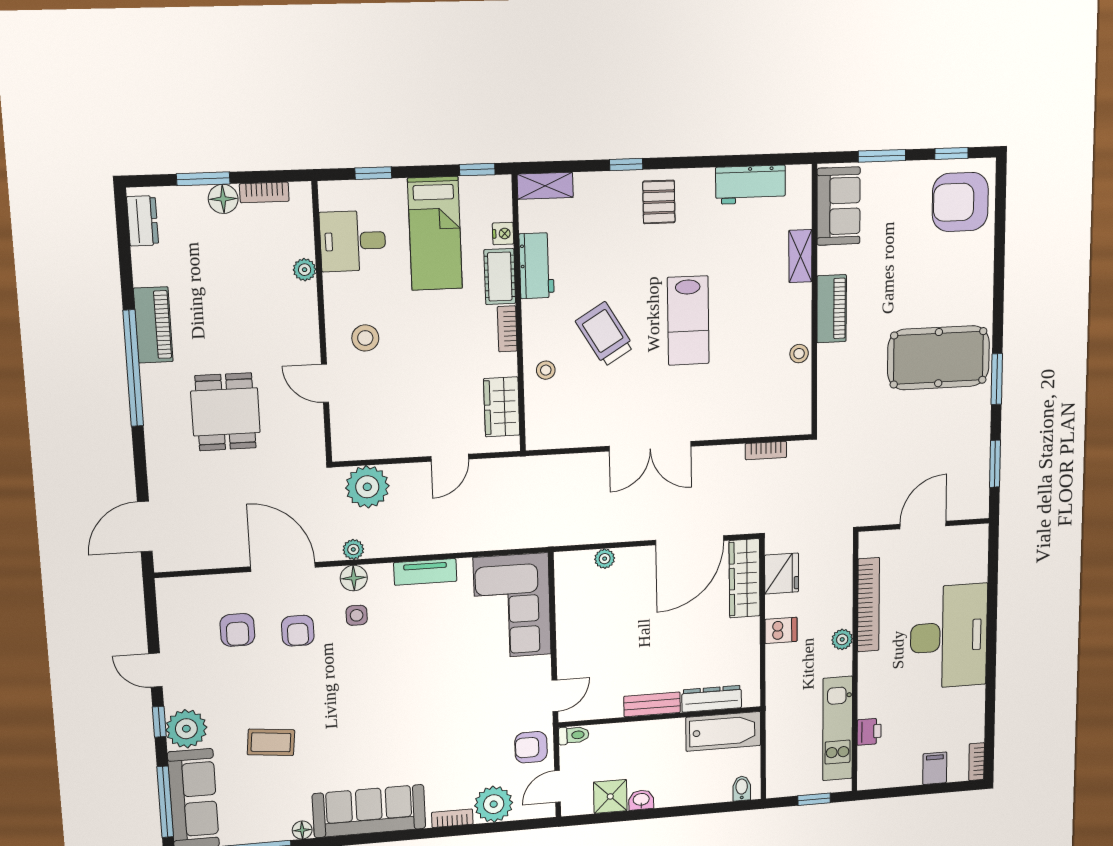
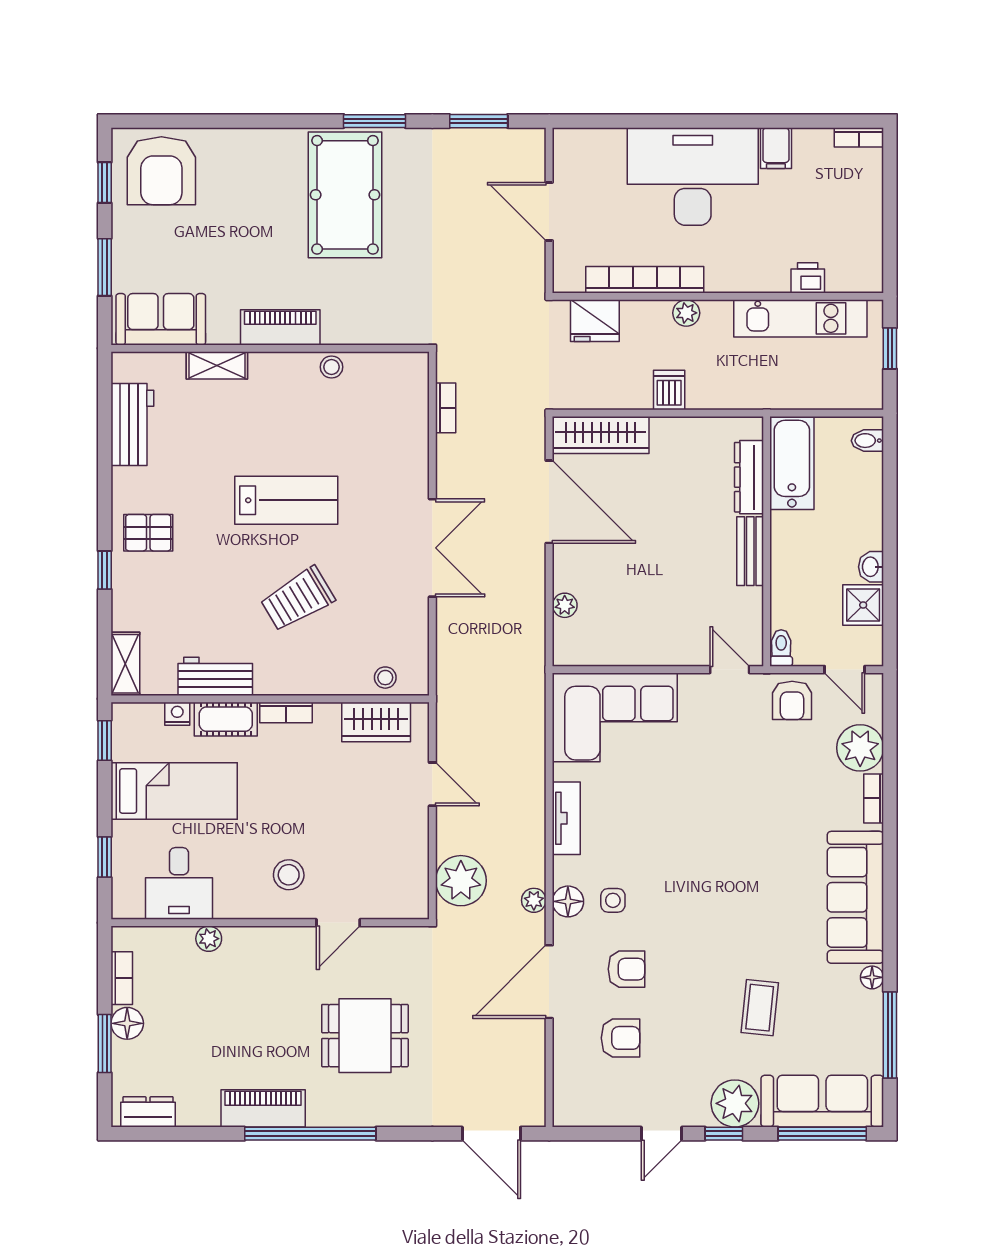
stool: (546, 370) -> (385, 678), moved
fridge: (782, 574) -> (595, 321), moved, turned 180
filing cabinet: (935, 768) -> (776, 148), moved, turned -90

